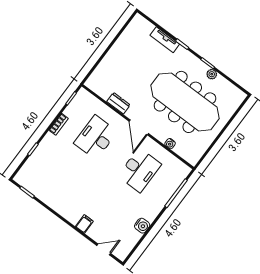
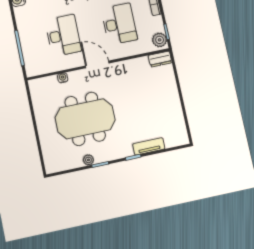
plant: (82, 98) -> (160, 40), added
meeting table: (185, 102) -> (85, 119), width x0.73
dresser: (118, 103) -> (160, 59), moved
desk: (140, 170) -> (63, 35), turned 180

